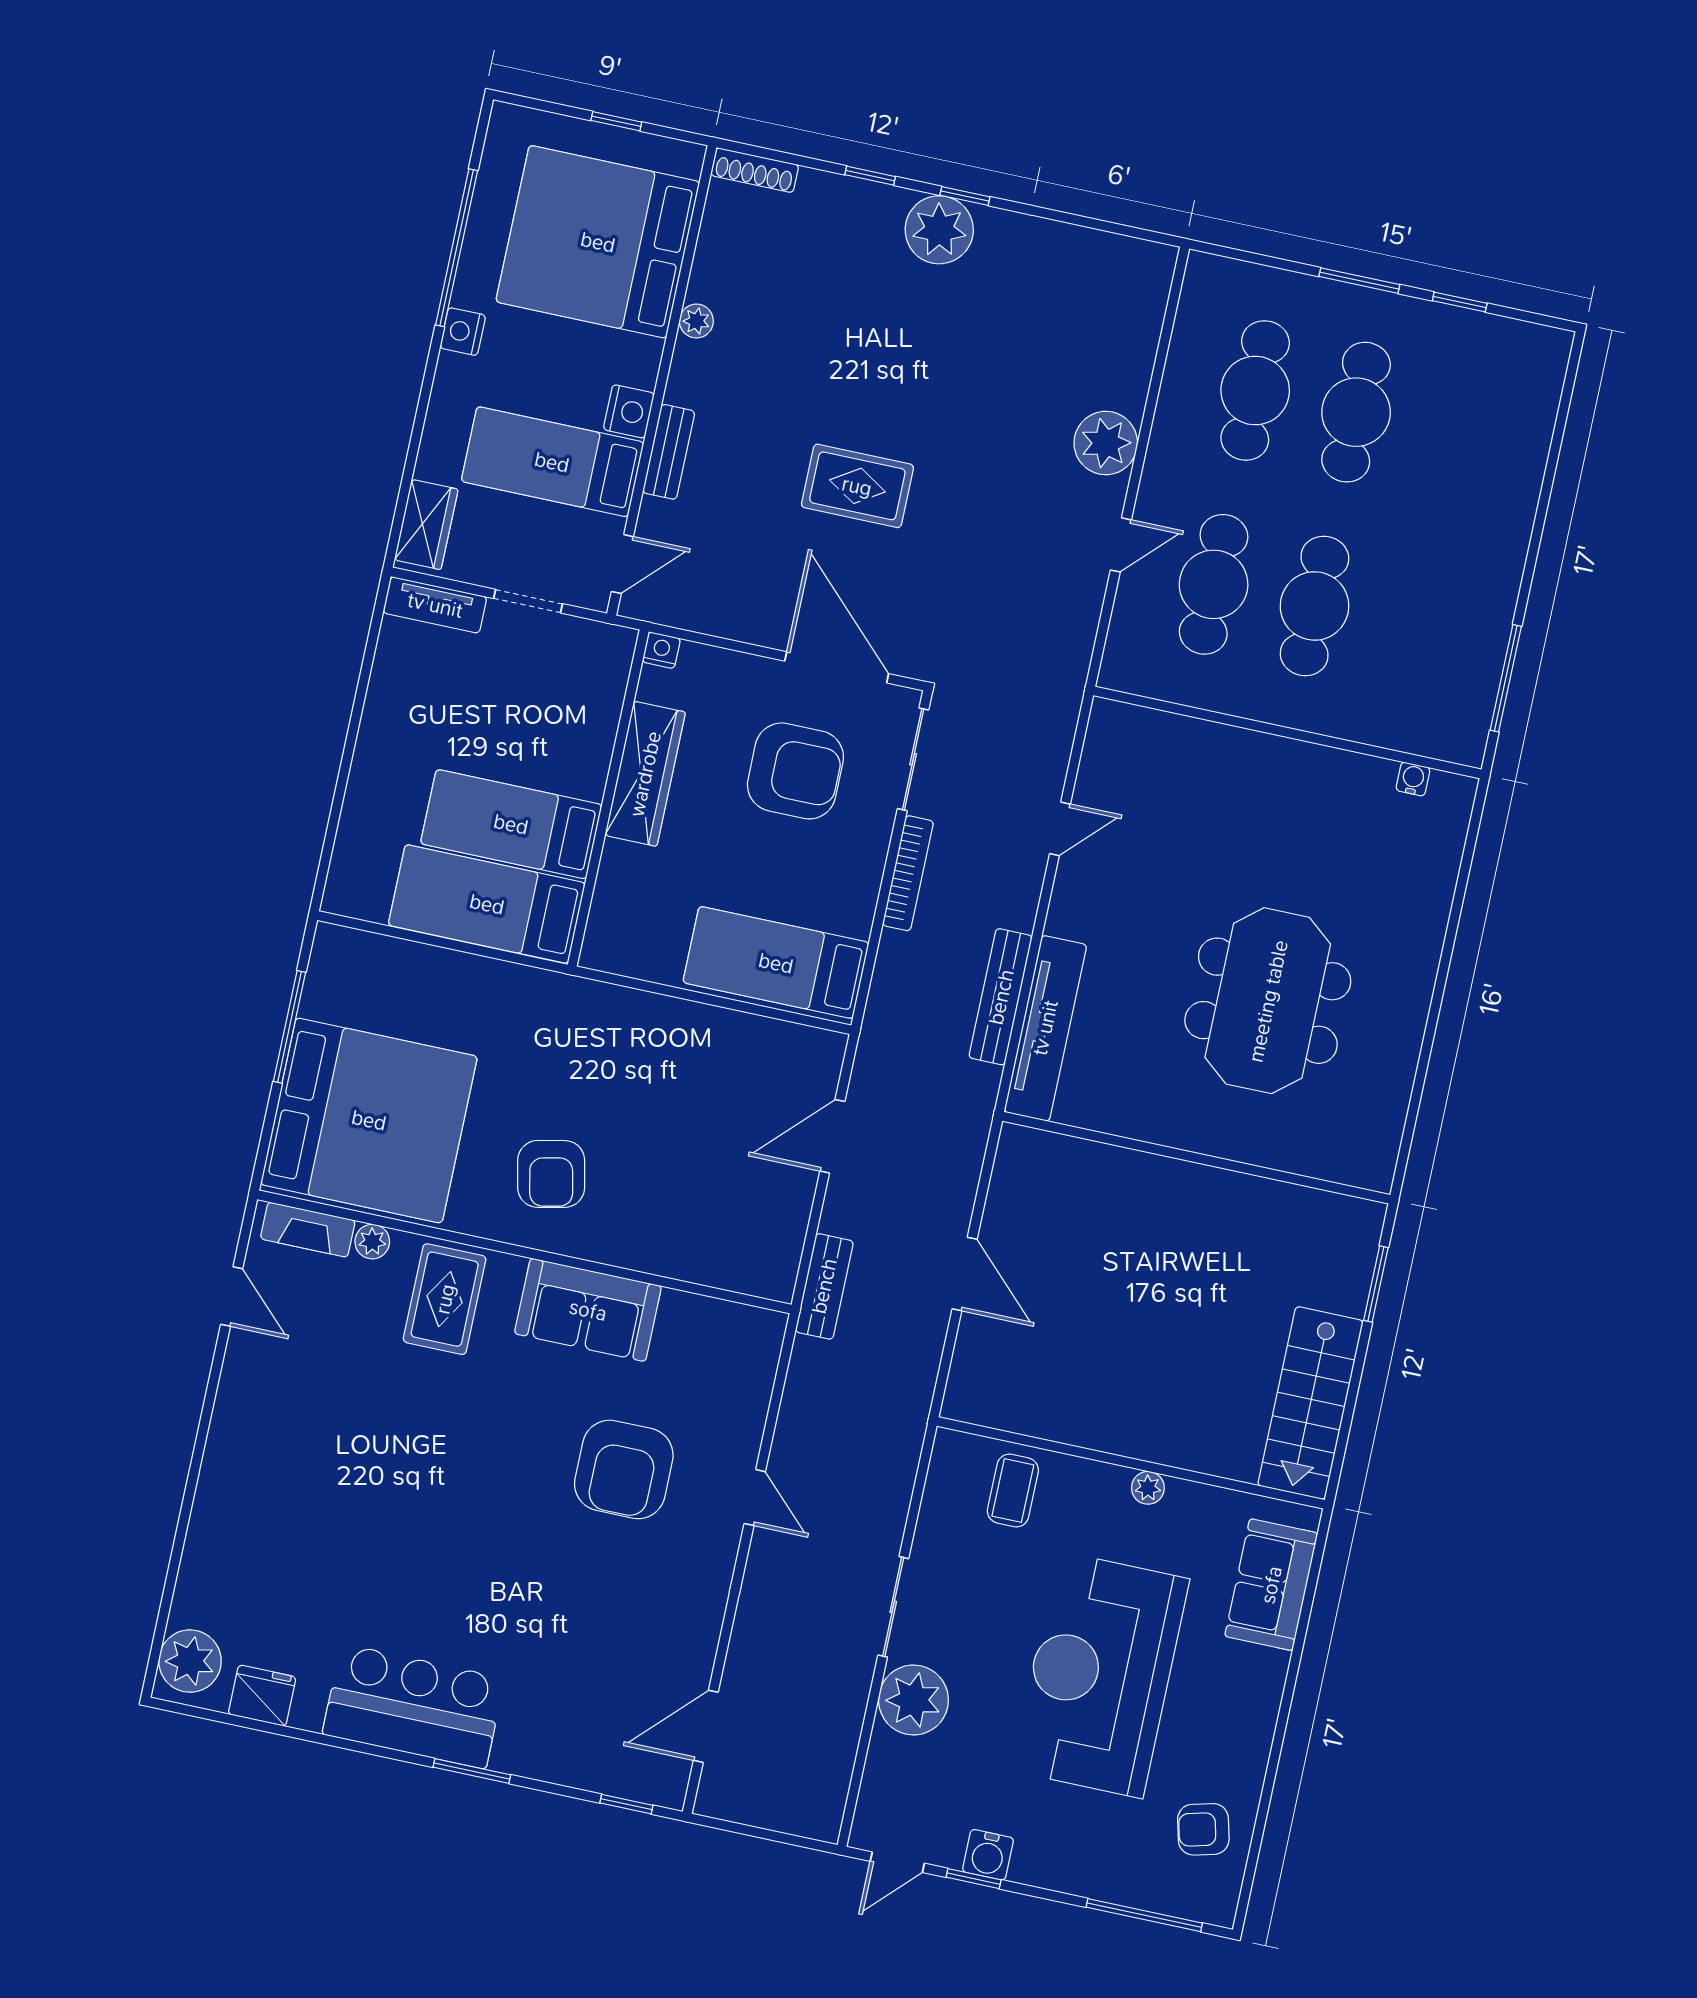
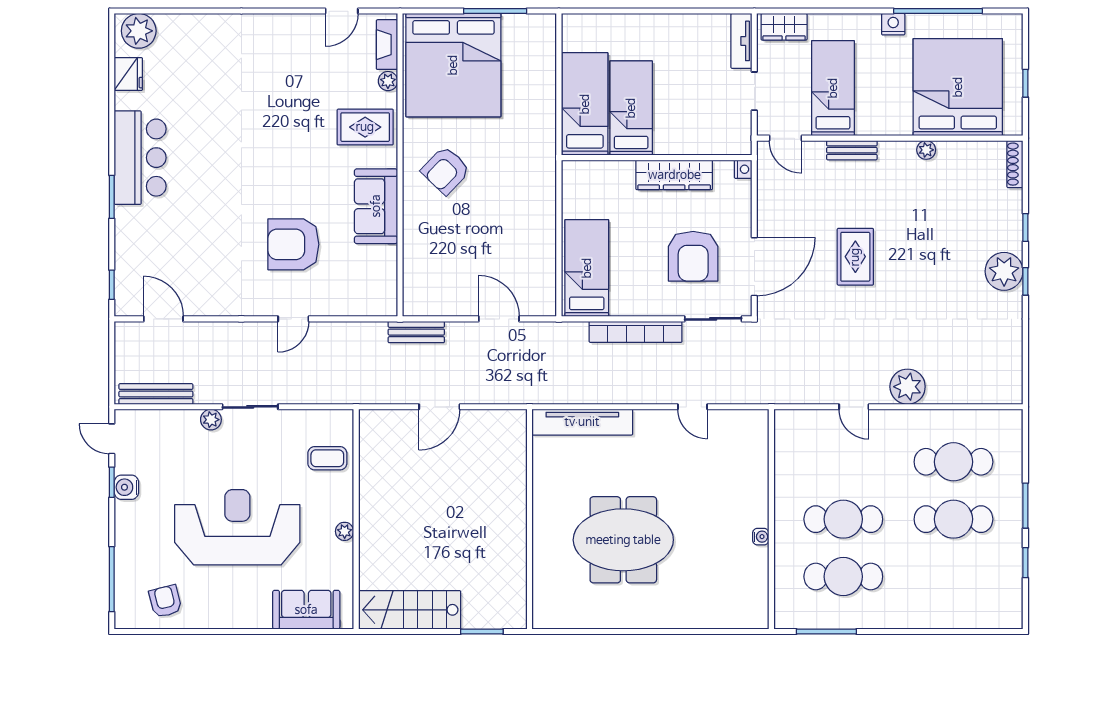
nightstand: (629, 411) -> (869, 124), removed
cafe table: (1214, 584) -> (843, 577), moved
water cooler: (1413, 779) -> (761, 537), moved
bookcase: (908, 873) -> (636, 332), width x1.48, depth x1.31
bench: (1001, 997) -> (156, 394), moved
armchair: (551, 1174) -> (446, 170), turned -34
plant: (913, 1700) -> (211, 420), width x0.53, depth x0.53

